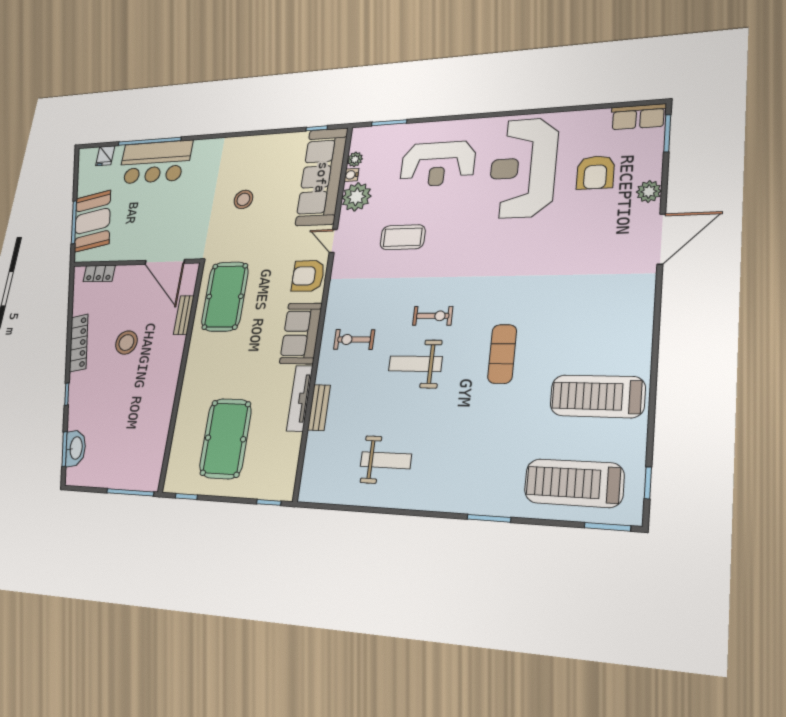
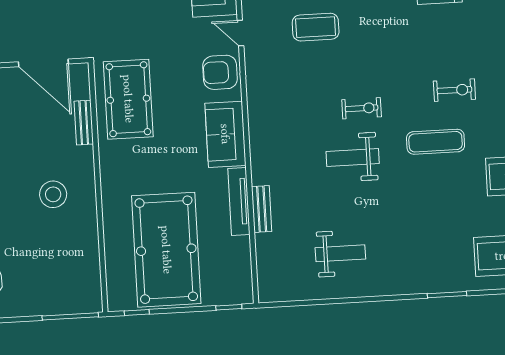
exercise bike: (354, 339) -> (454, 90), moved, turned 180
stool: (126, 343) -> (53, 194), moved
exercise mat: (502, 354) -> (436, 142), turned 90
pool table: (225, 438) -> (166, 250), width x1.36, depth x1.32

